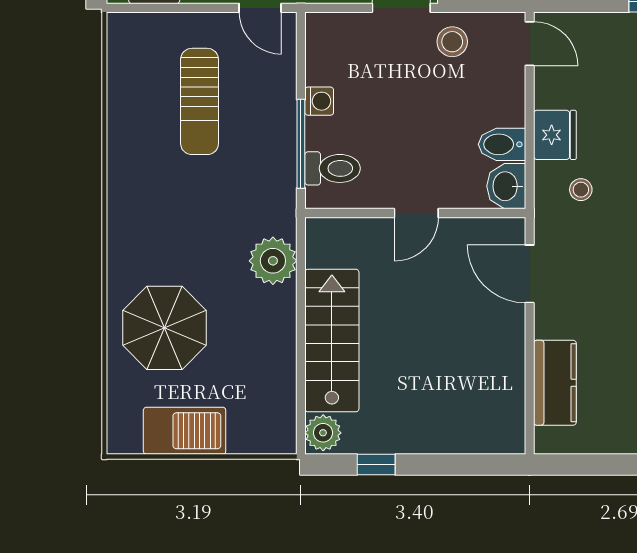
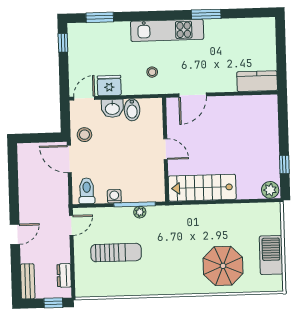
fridge: (555, 135) -> (109, 86), moved
toilet: (333, 168) -> (87, 191), moved
washbasin: (506, 186) -> (112, 108), moved
plant: (273, 261) -> (140, 212), moved, width x0.53, depth x0.53
stairs: (332, 341) -> (202, 188), moved
kitchen counter: (555, 383) -> (257, 81), moved

